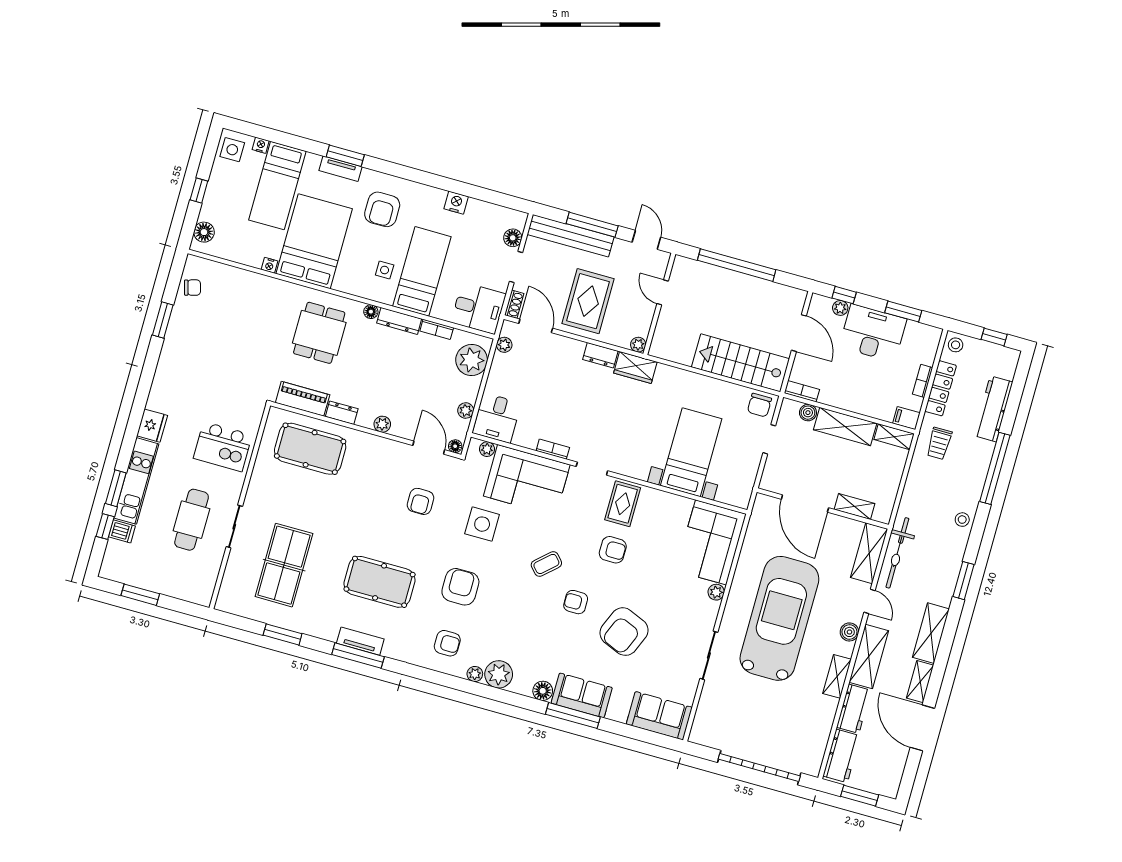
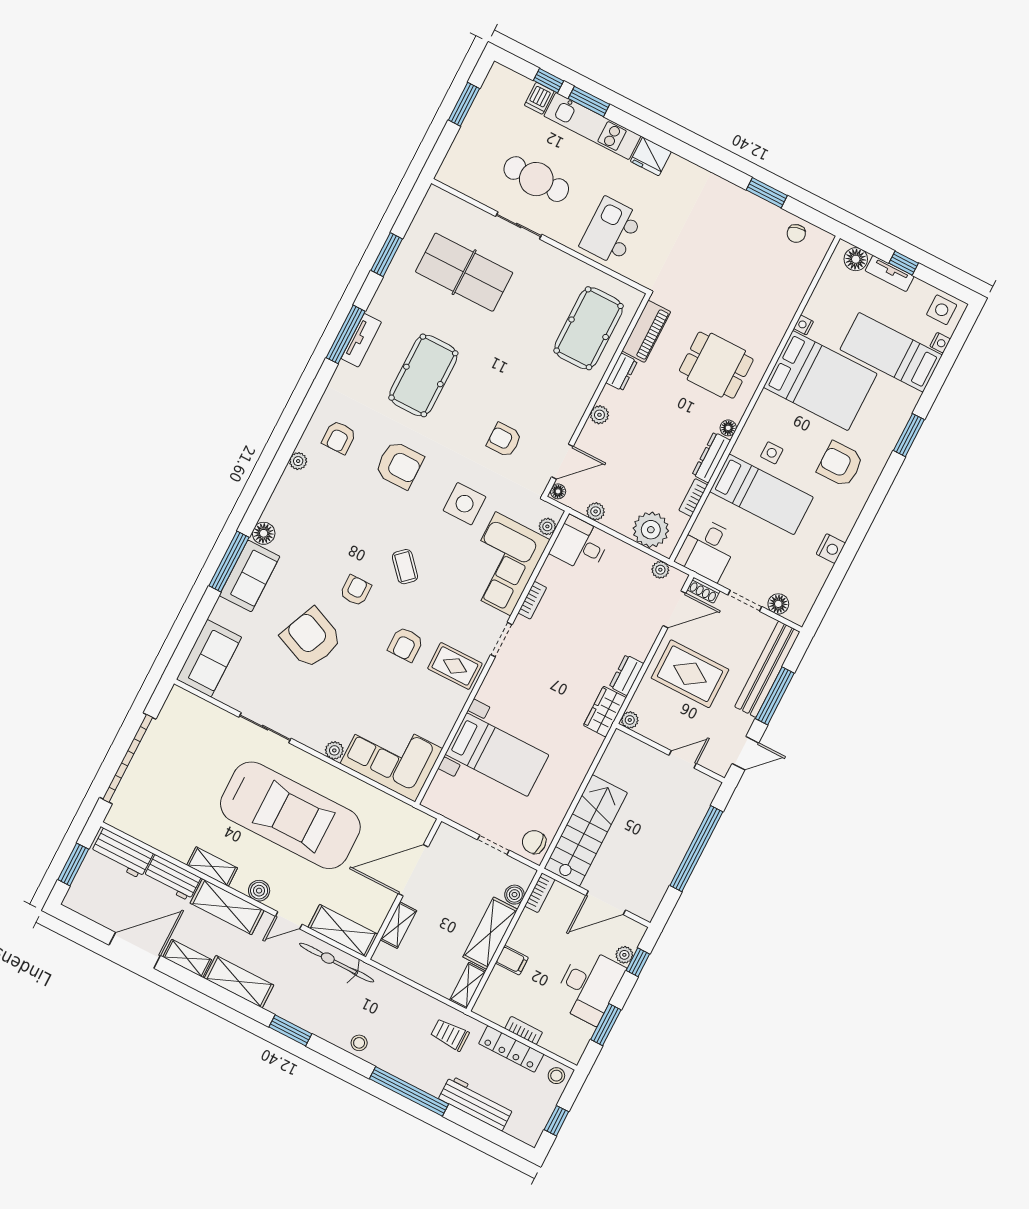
tv unit: (340, 169) -> (890, 273), moved, turned -90
filing cabinet: (906, 418) -> (512, 960), moved, turned 90
plant: (499, 674) -> (292, 488), removed

